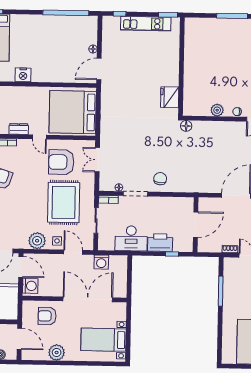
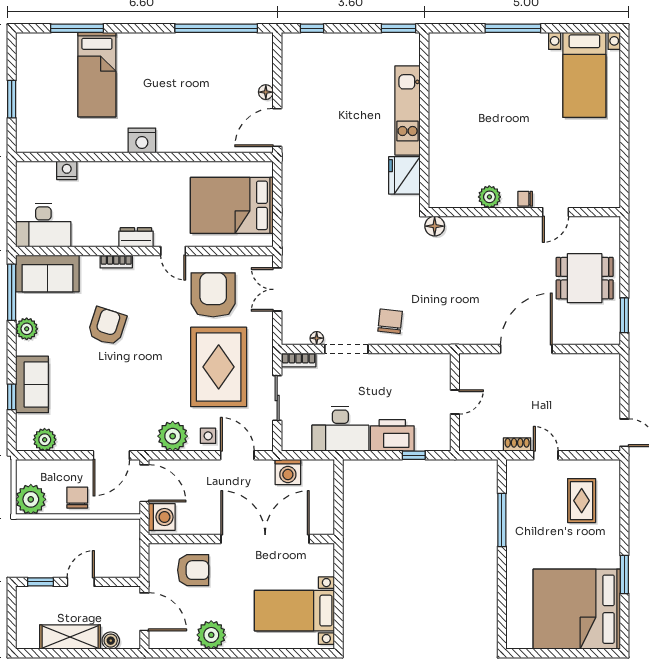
kitchen unit: (146, 24) -> (408, 110), moved, turned 90
bed: (73, 112) -> (232, 205), width x0.73
armchair: (61, 162) -> (213, 295), turned 90
door: (196, 225) -> (455, 402), width x0.53
armchair: (47, 316) -> (193, 570), turned 180

